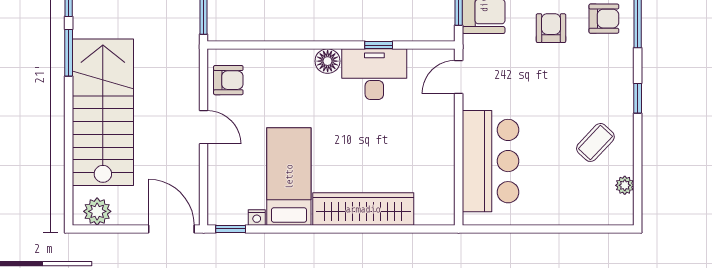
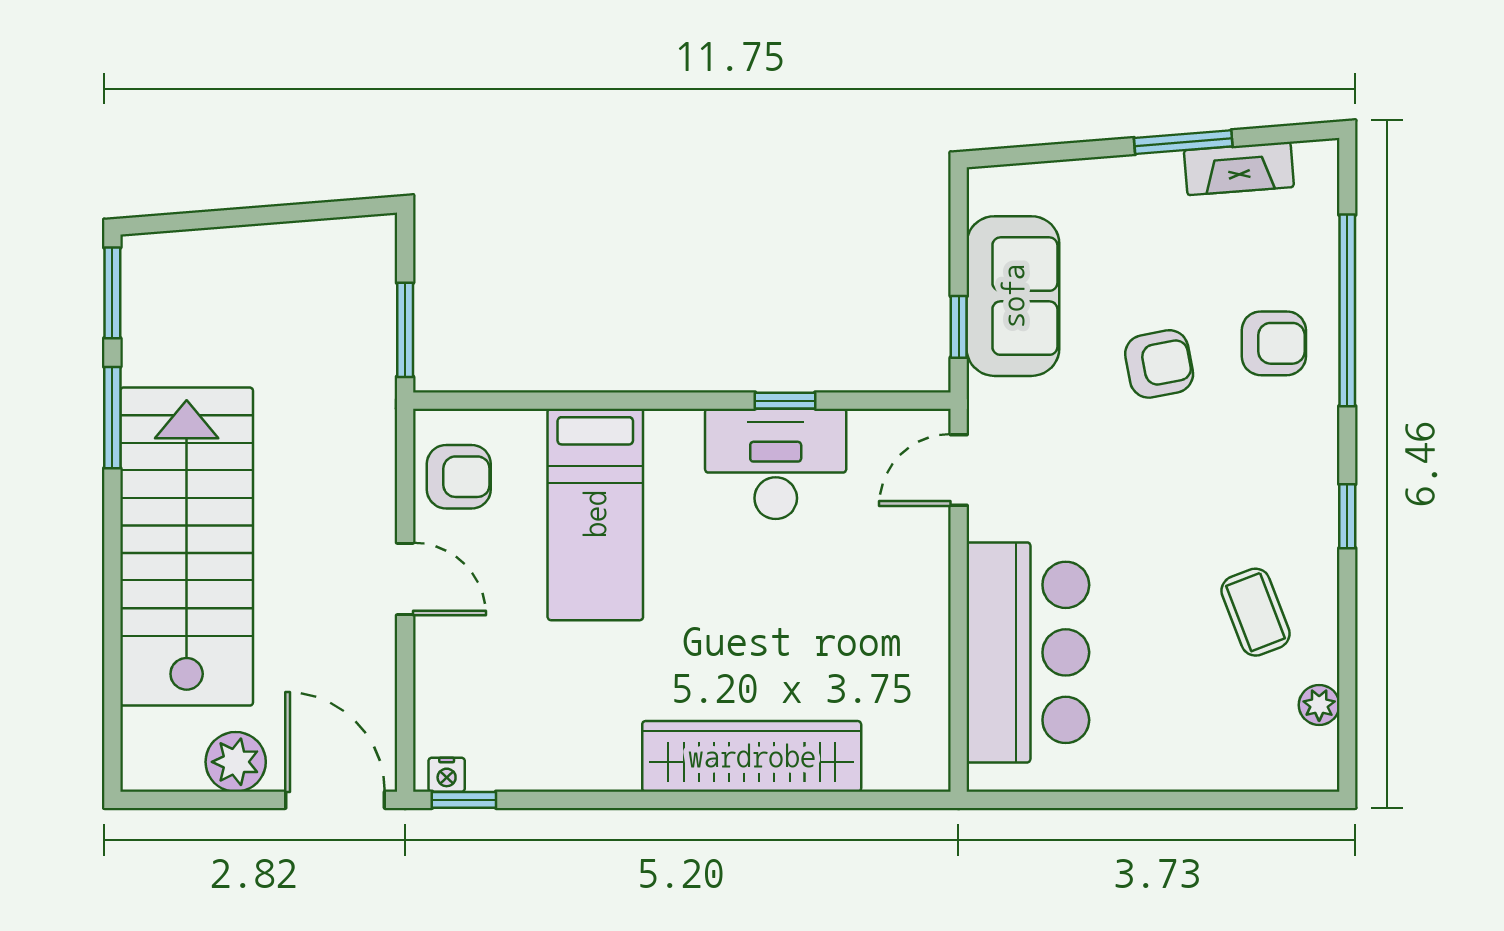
armchair: (551, 28) -> (1159, 364), turned 79
floor lamp: (328, 61) -> (674, 435), removed
coffee table: (595, 142) -> (1256, 612), turned -64
bed: (289, 177) -> (595, 514), moved, turned 180
plant: (97, 211) -> (236, 762), moved
nightstand: (257, 217) -> (447, 775), moved

